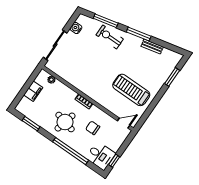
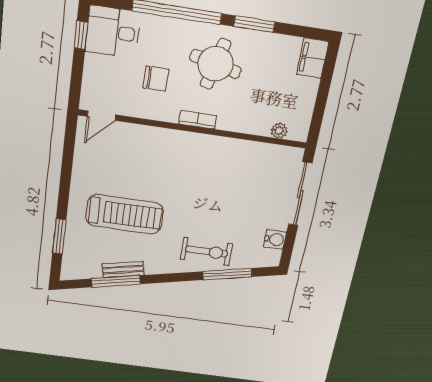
window: (139, 34) -> (116, 281), moved
treadmill: (131, 90) -> (125, 214), moved
filing cabinet: (33, 91) -> (313, 58), moved
window: (31, 124) -> (254, 24), moved

